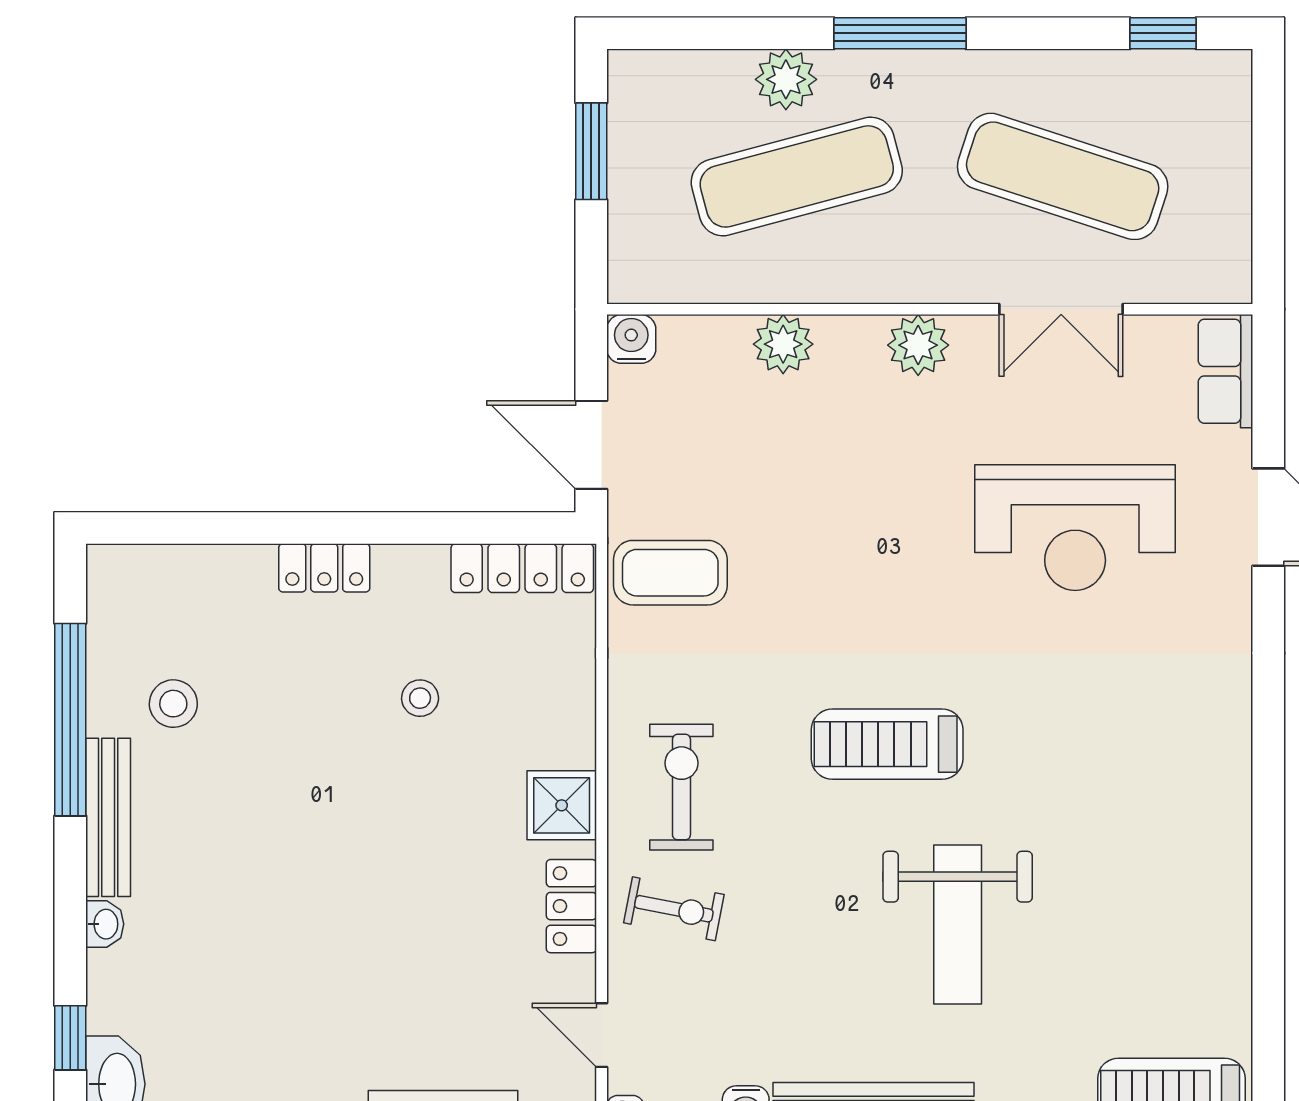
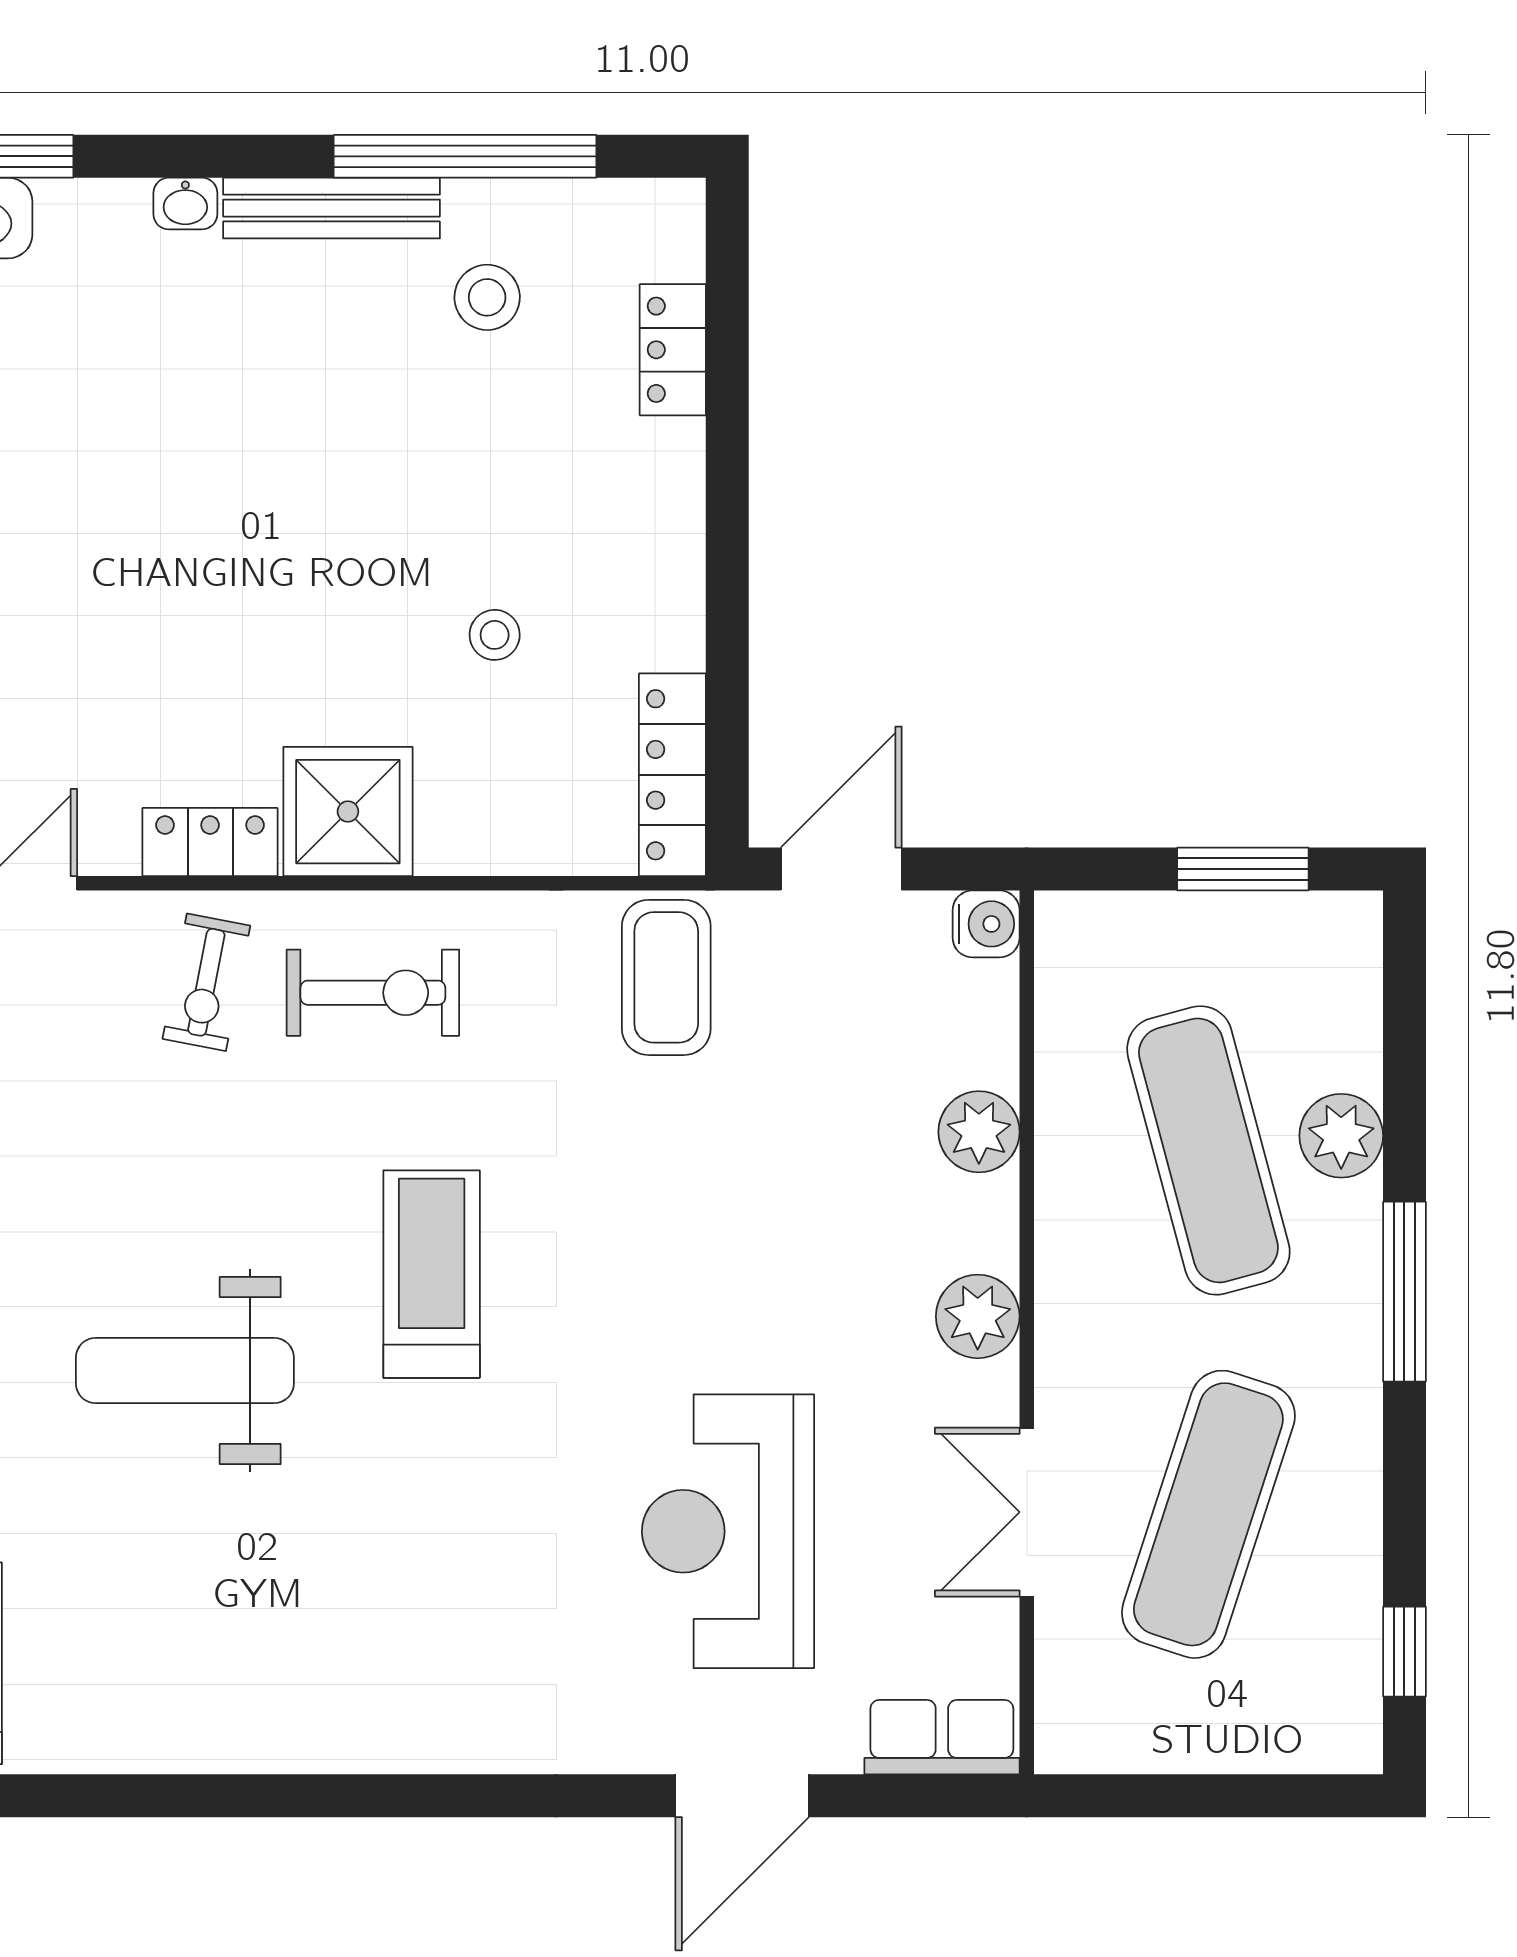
locker: (324, 568) -> (673, 350), moved
shower: (562, 805) -> (348, 812), width x1.36, depth x1.36

